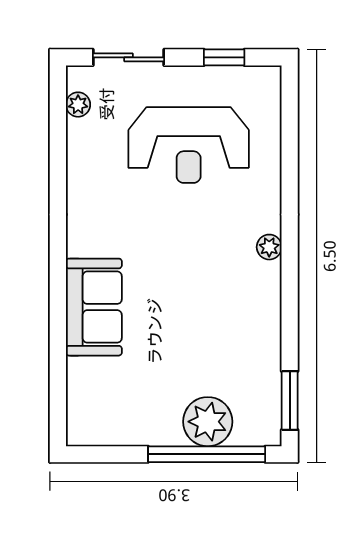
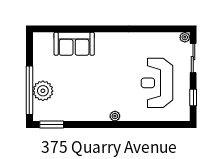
plant: (78, 105) -> (185, 37), moved
sofa: (94, 307) -> (74, 44), moved

